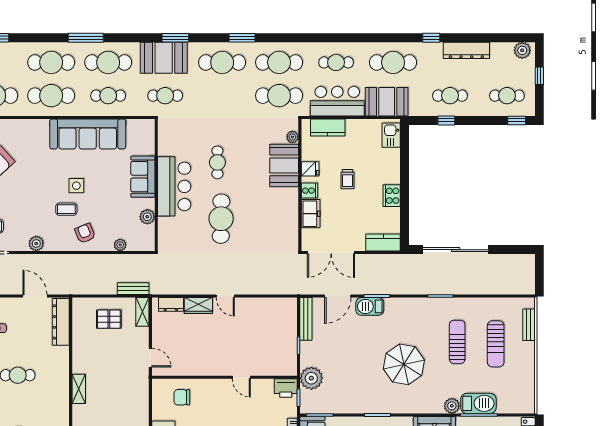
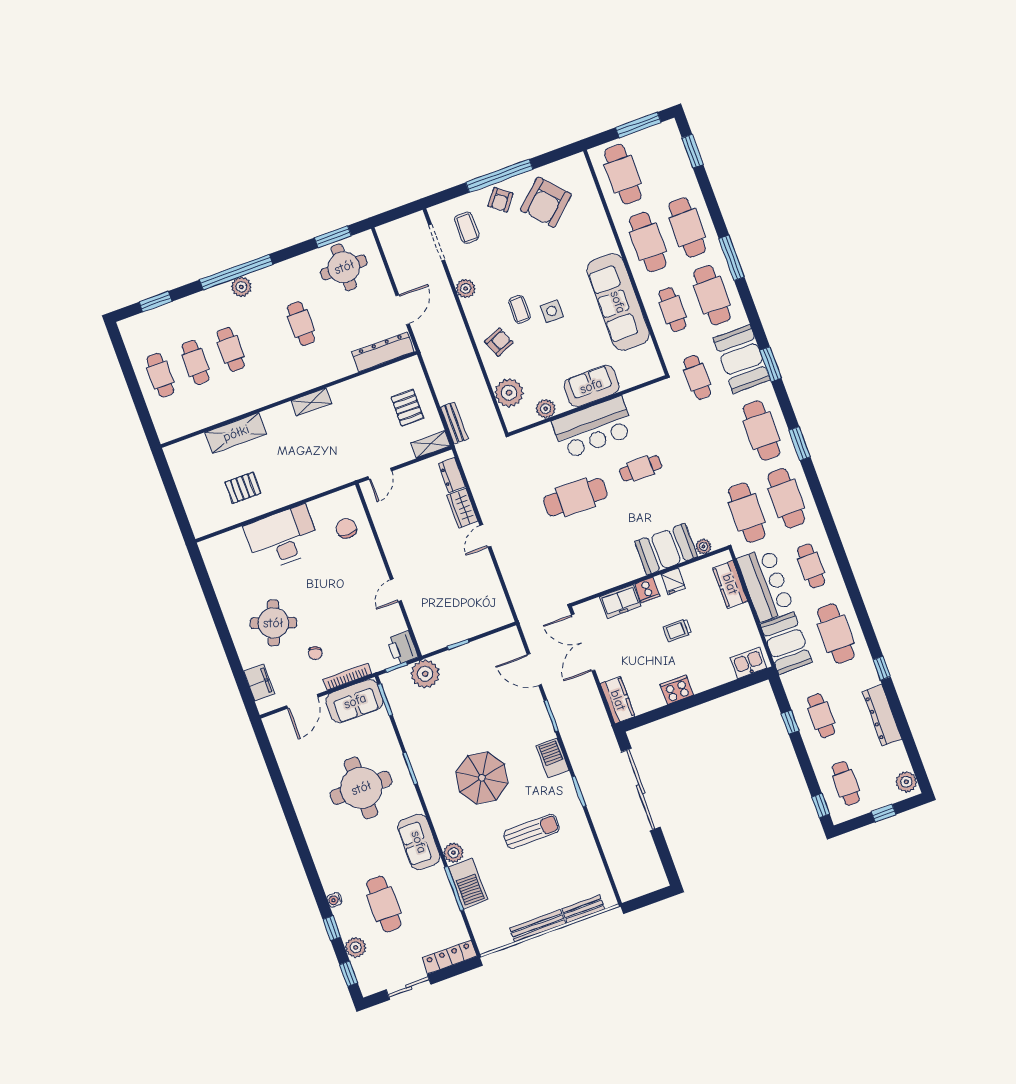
plant: (120, 245) -> (509, 393), width x1.88, depth x1.88
barbecue: (370, 306) -> (553, 758), moved
bench: (306, 319) -> (538, 926), moved
sun lounger: (496, 344) -> (546, 878), removed

